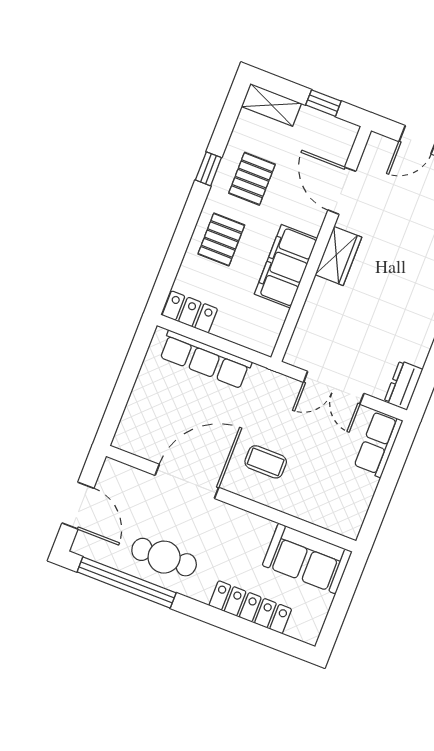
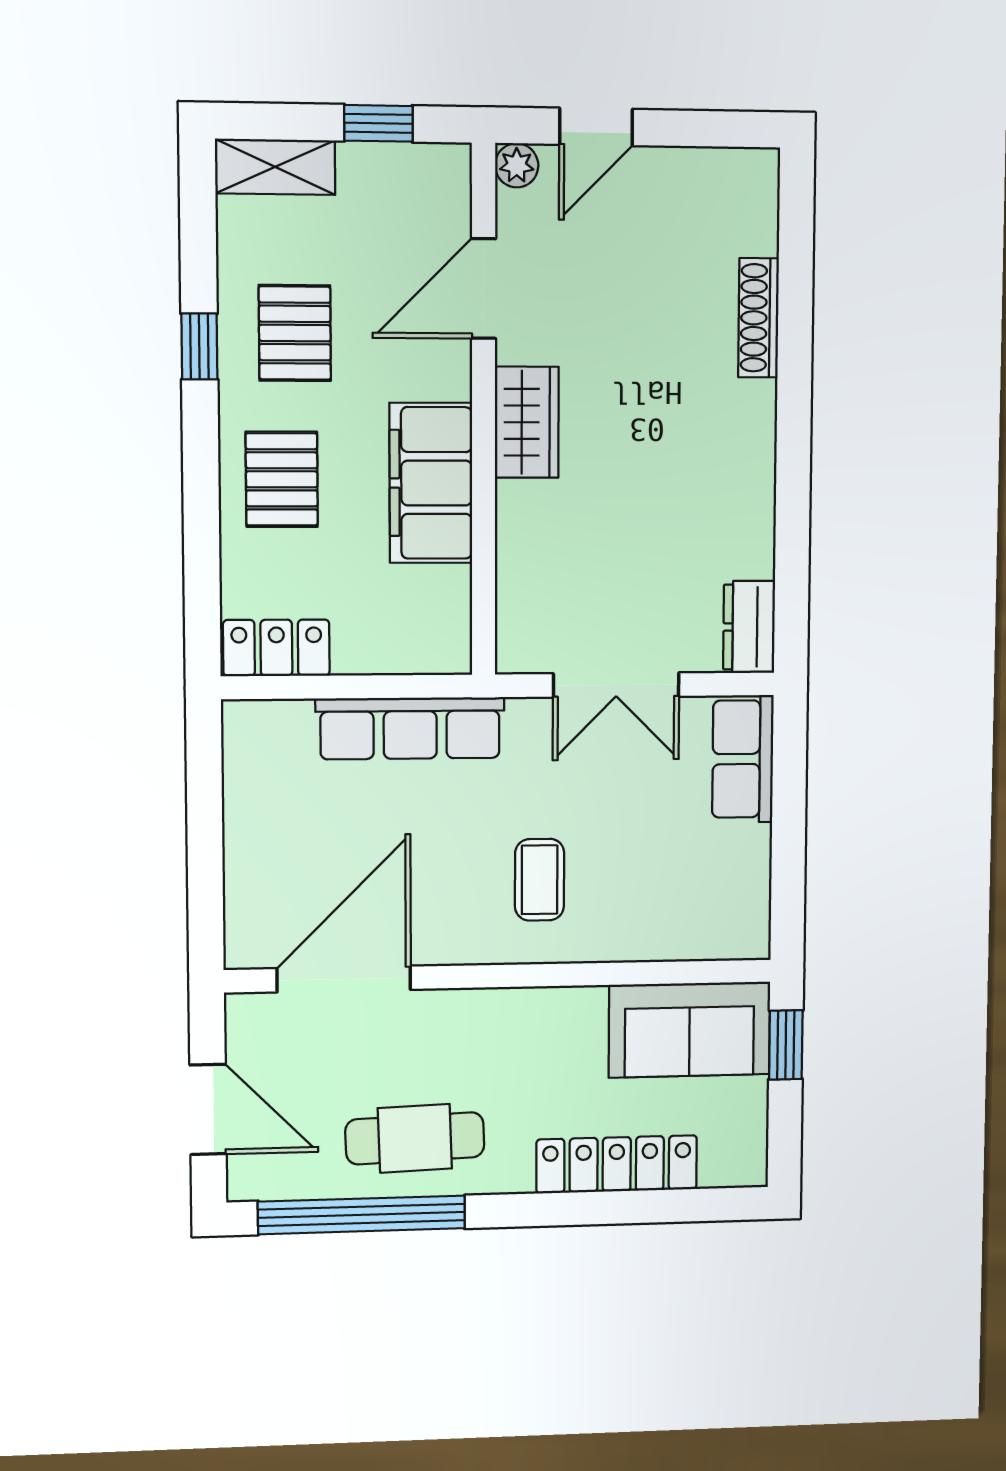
plant: (377, 143) -> (517, 165), added
door: (342, 191) -> (484, 289), hinge flipped
row of seats: (205, 359) -> (410, 728), moved
coffee table: (266, 462) -> (540, 880), turned 90
door: (187, 481) -> (344, 979), moved
window: (349, 584) -> (786, 1045), added

